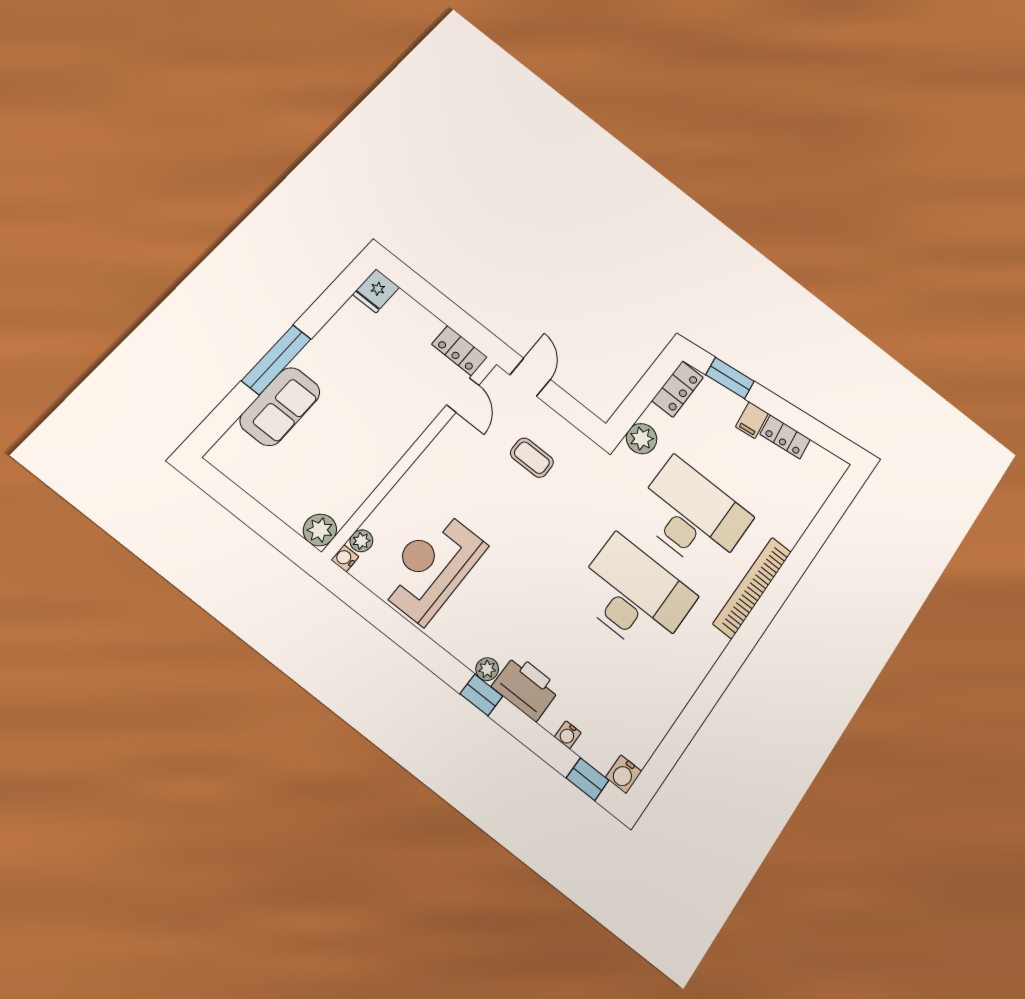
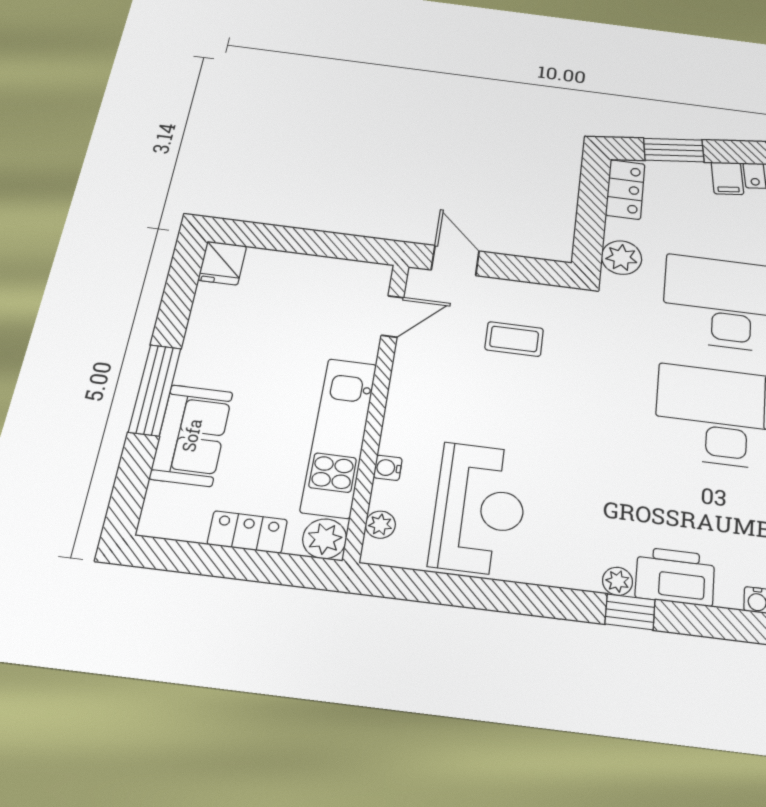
locker: (460, 351) -> (247, 532), moved, turned 180
door: (463, 395) -> (393, 316), hinge flipped
kitchen unit: (374, 463) -> (339, 437), added
water cooler: (345, 558) -> (388, 468), moved
reception desk: (432, 566) -> (479, 508), turned 180

